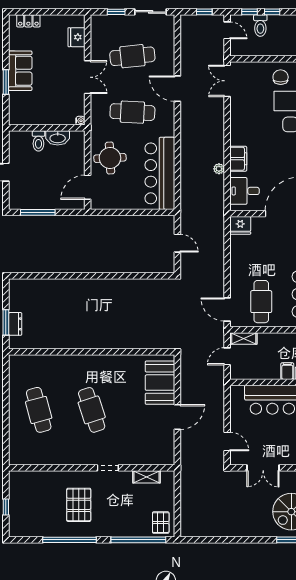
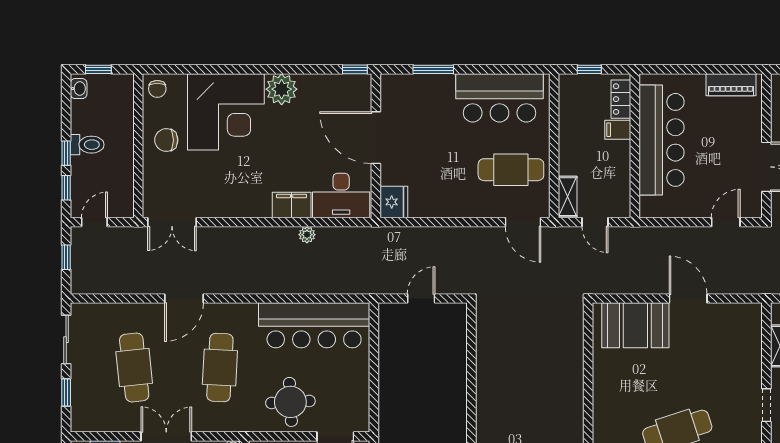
toilet: (260, 26) -> (87, 145), moved
desk: (244, 191) -> (341, 195), width x1.37
door: (227, 309) -> (523, 222), hinge flipped

